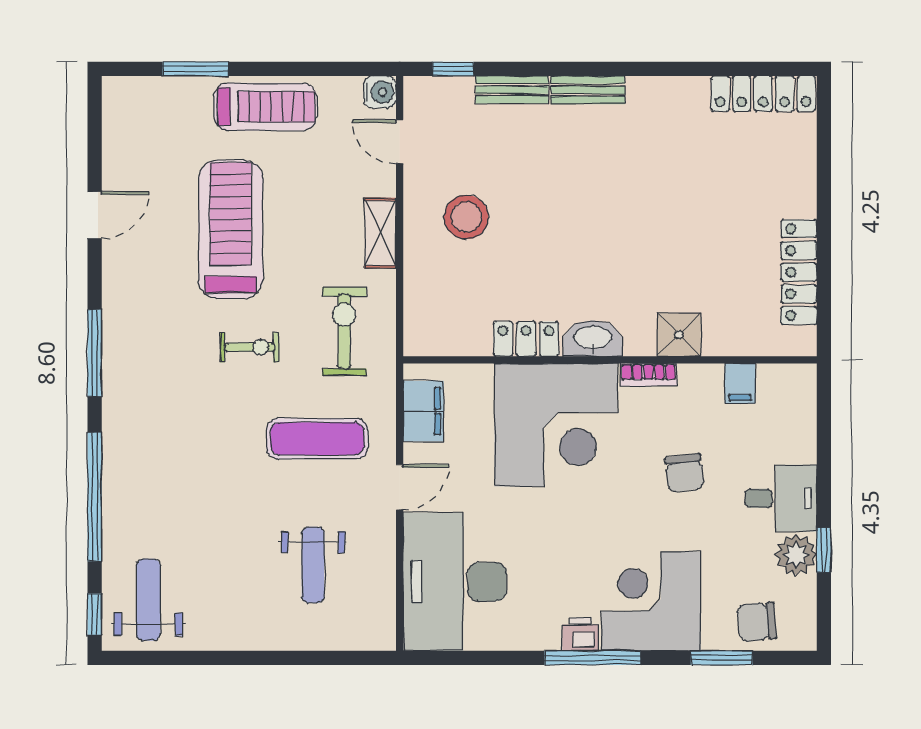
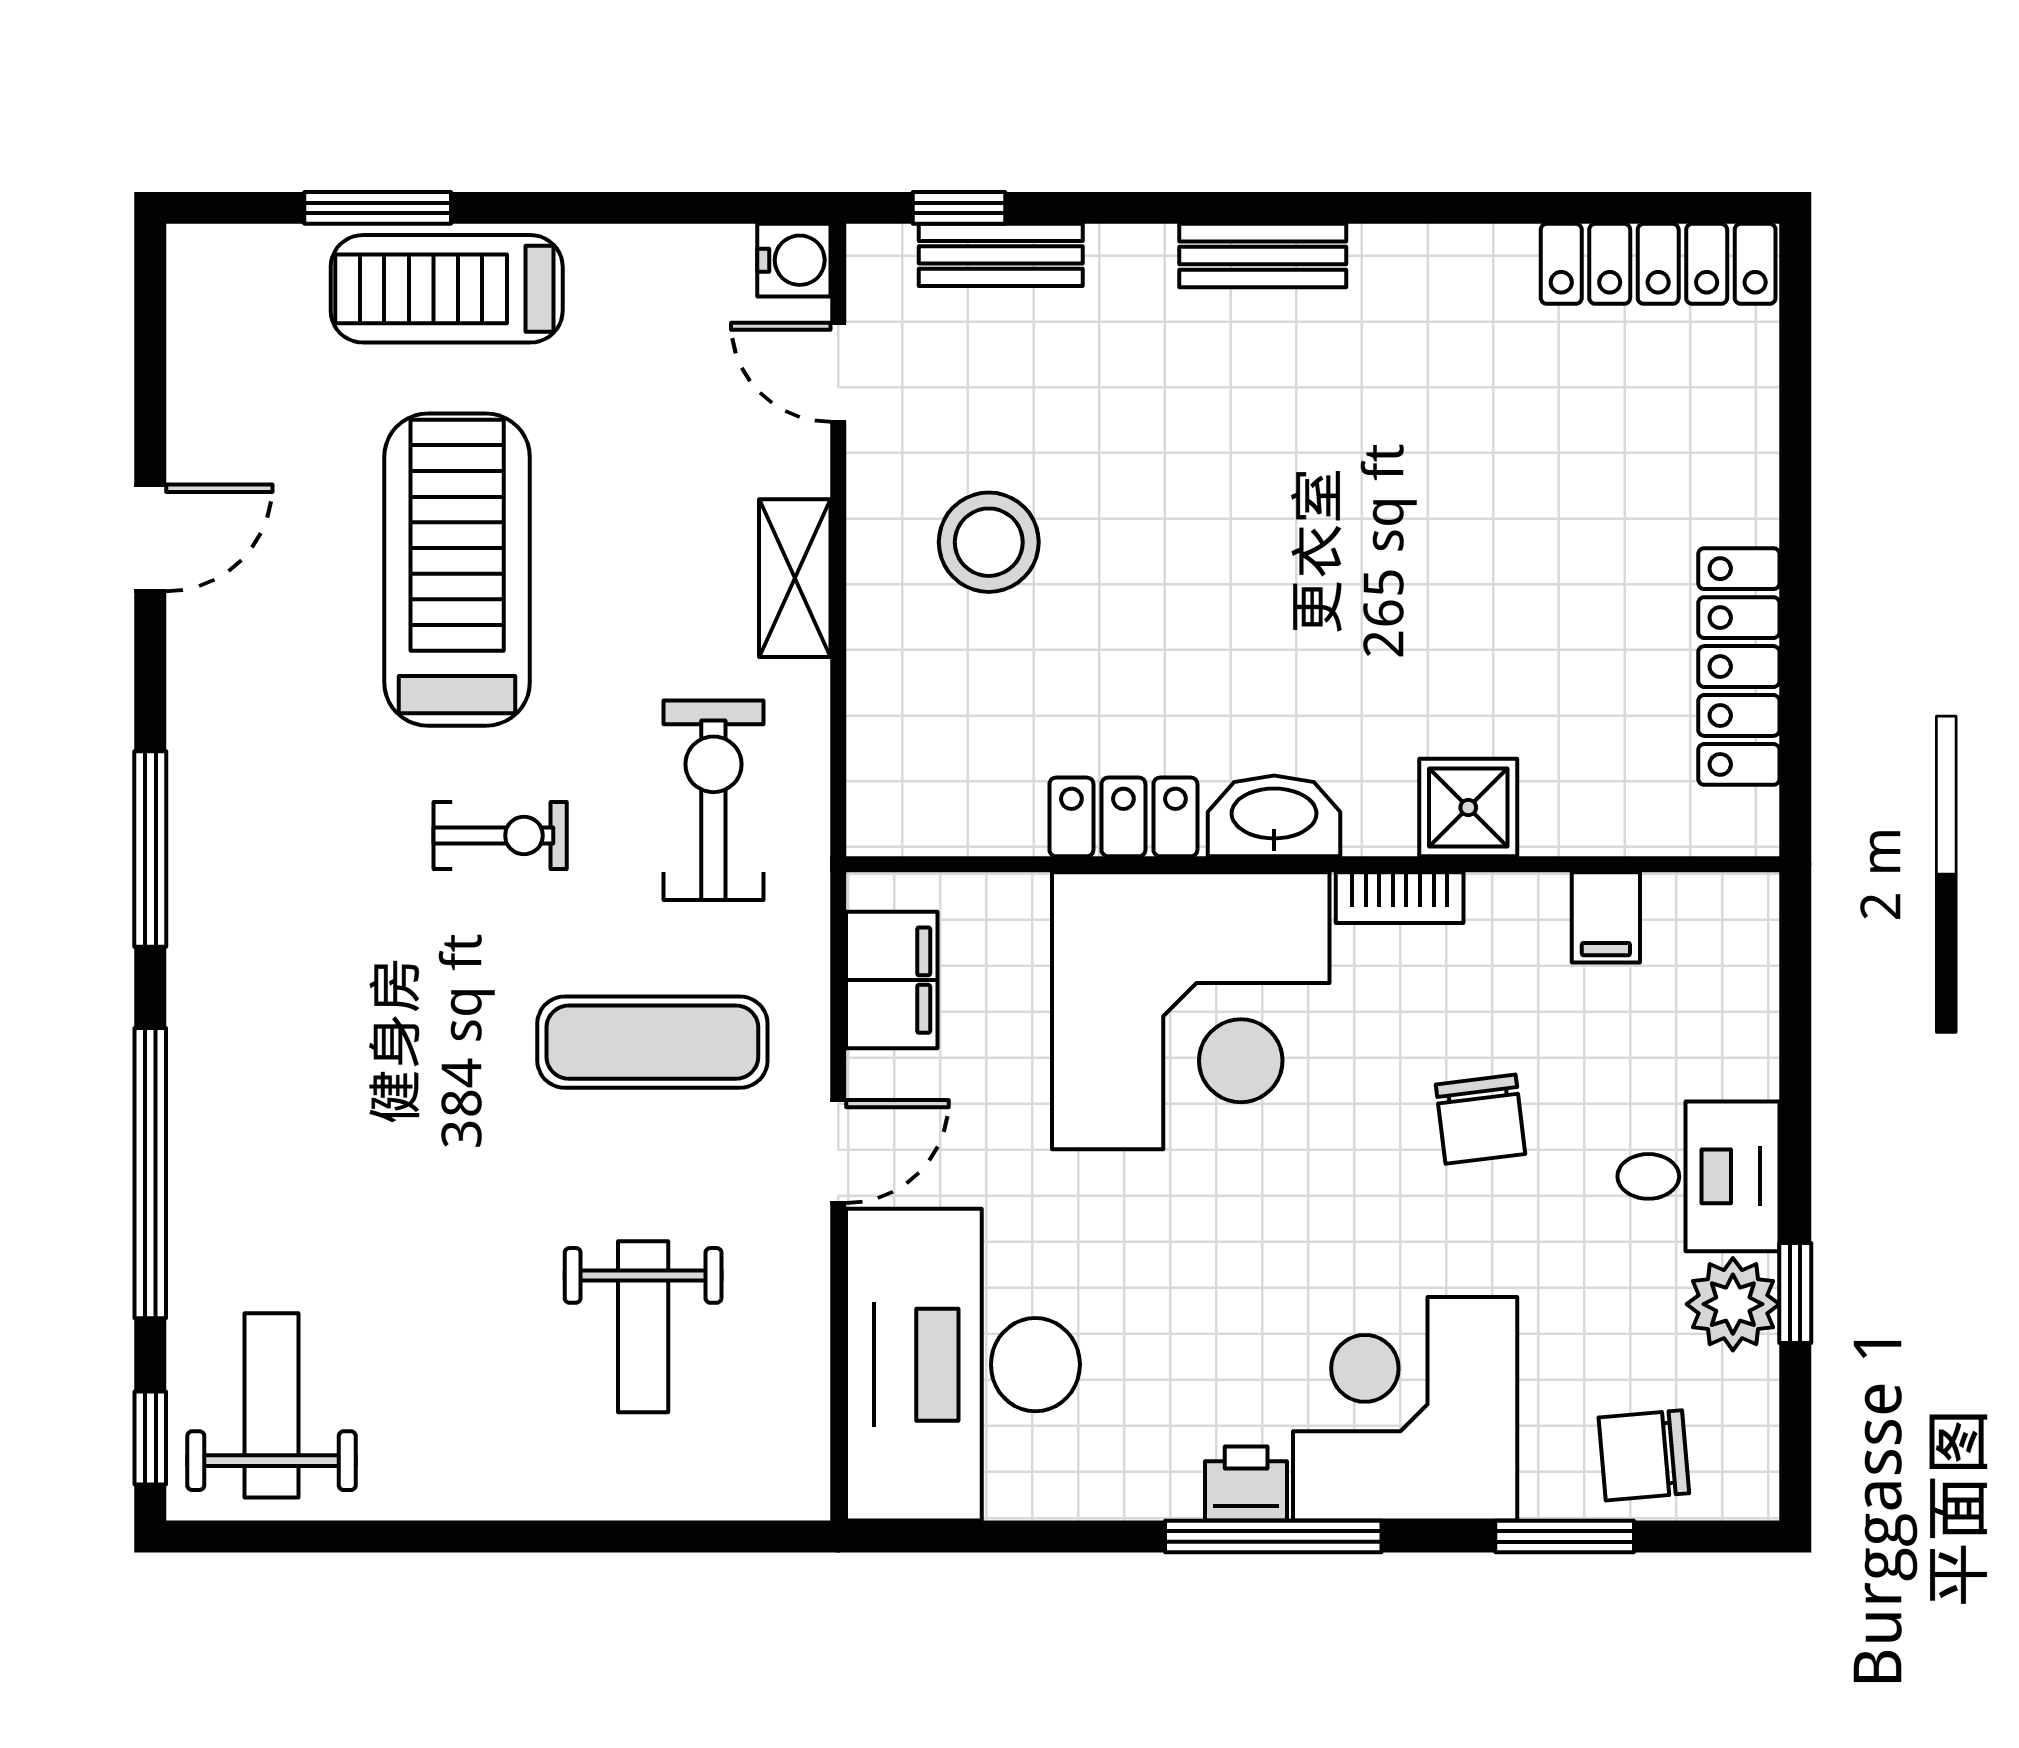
bench: (512, 90) -> (1001, 255), moved
treadmill: (265, 107) -> (447, 289), moved, turned 180

